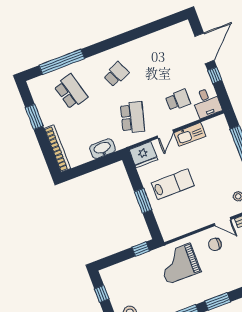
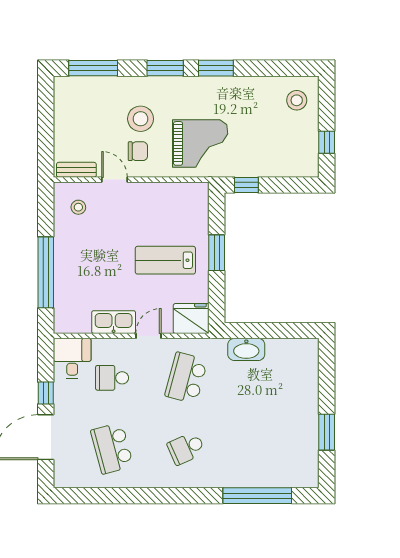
school desk: (71, 92) -> (112, 448), moved
bookcase: (57, 148) -> (311, 374), removed
stool: (221, 265) -> (141, 119), added

